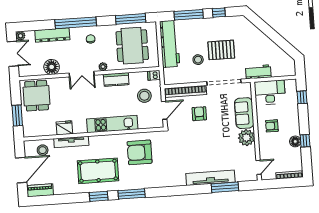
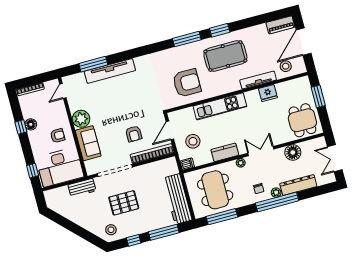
plant: (20, 36) -> (276, 193), moved
stool: (198, 60) -> (111, 230), moved
desk: (270, 92) -> (60, 167), width x1.36, depth x1.30

